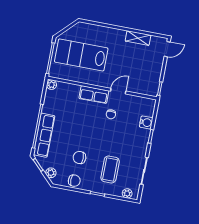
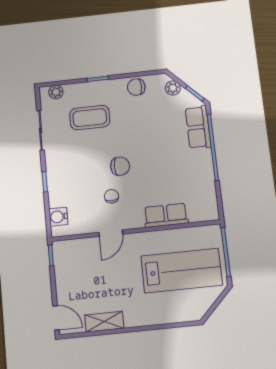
door: (167, 49) -> (56, 318), swing flipped
plant: (52, 85) -> (212, 213), removed
row of seats: (94, 95) -> (166, 215), moved
water cooler: (146, 122) -> (58, 217), moved
row of seats: (44, 135) -> (198, 127), width x0.68
chair: (79, 158) -> (120, 166), moved
coffee table: (110, 170) -> (90, 118), turned 90

